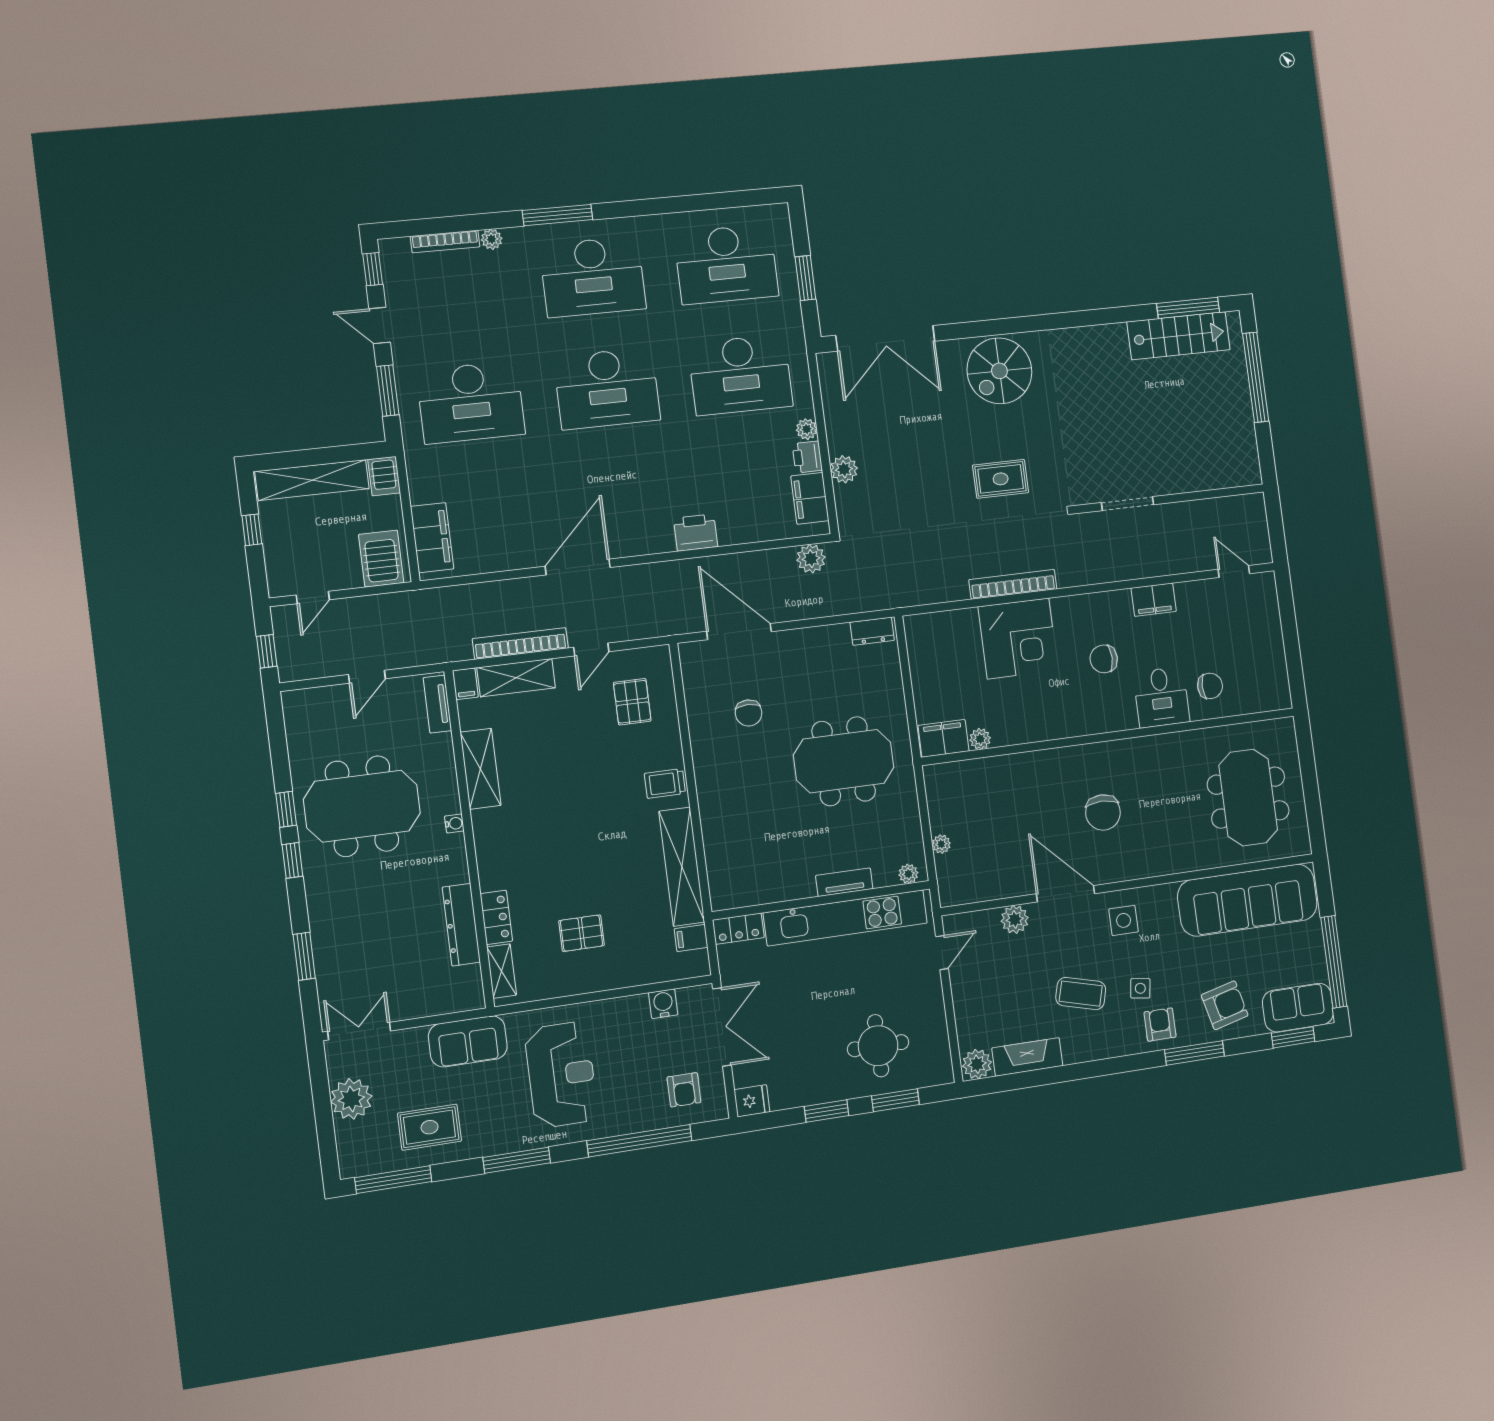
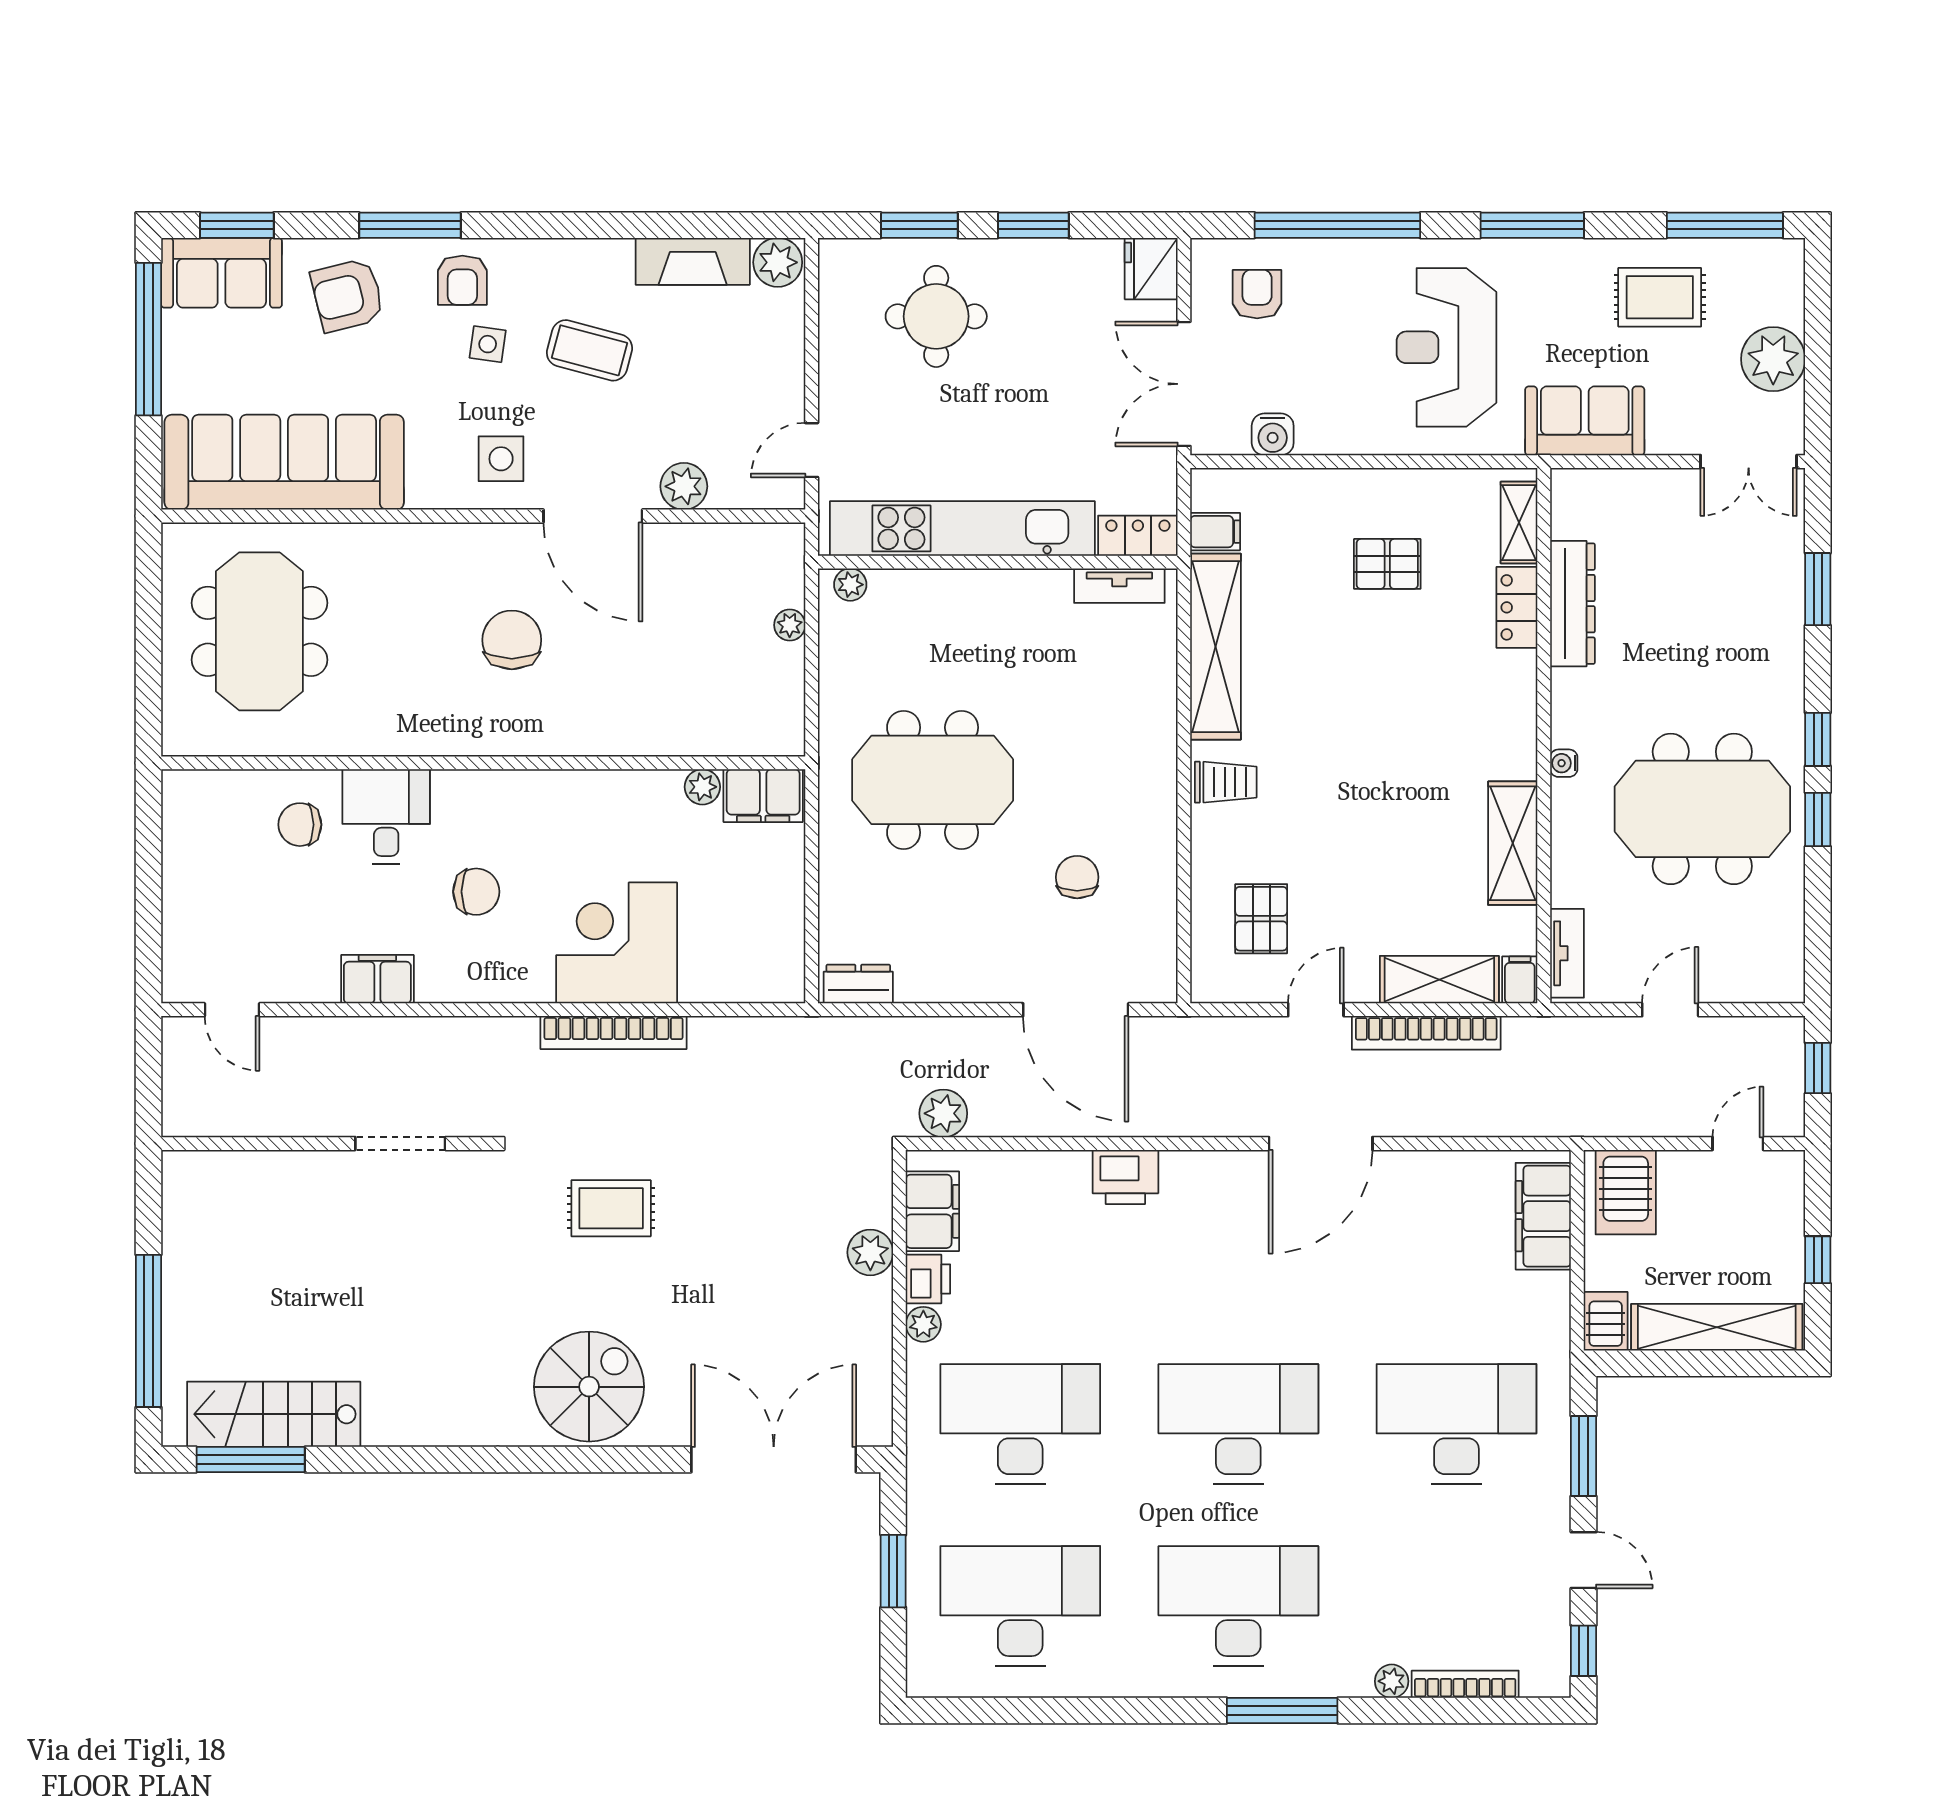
tv unit: (844, 882) -> (1119, 586), moved
fridge: (752, 1101) -> (1151, 269), width x1.38

